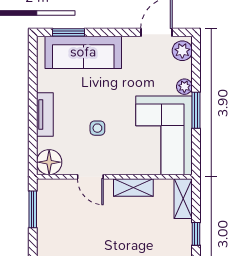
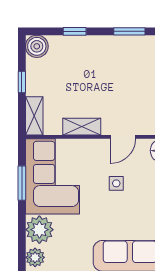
plant: (184, 87) -> (39, 230), width x1.88, depth x1.88
window: (196, 110) -> (22, 183), moved
door: (90, 177) -> (123, 137), swing flipped

